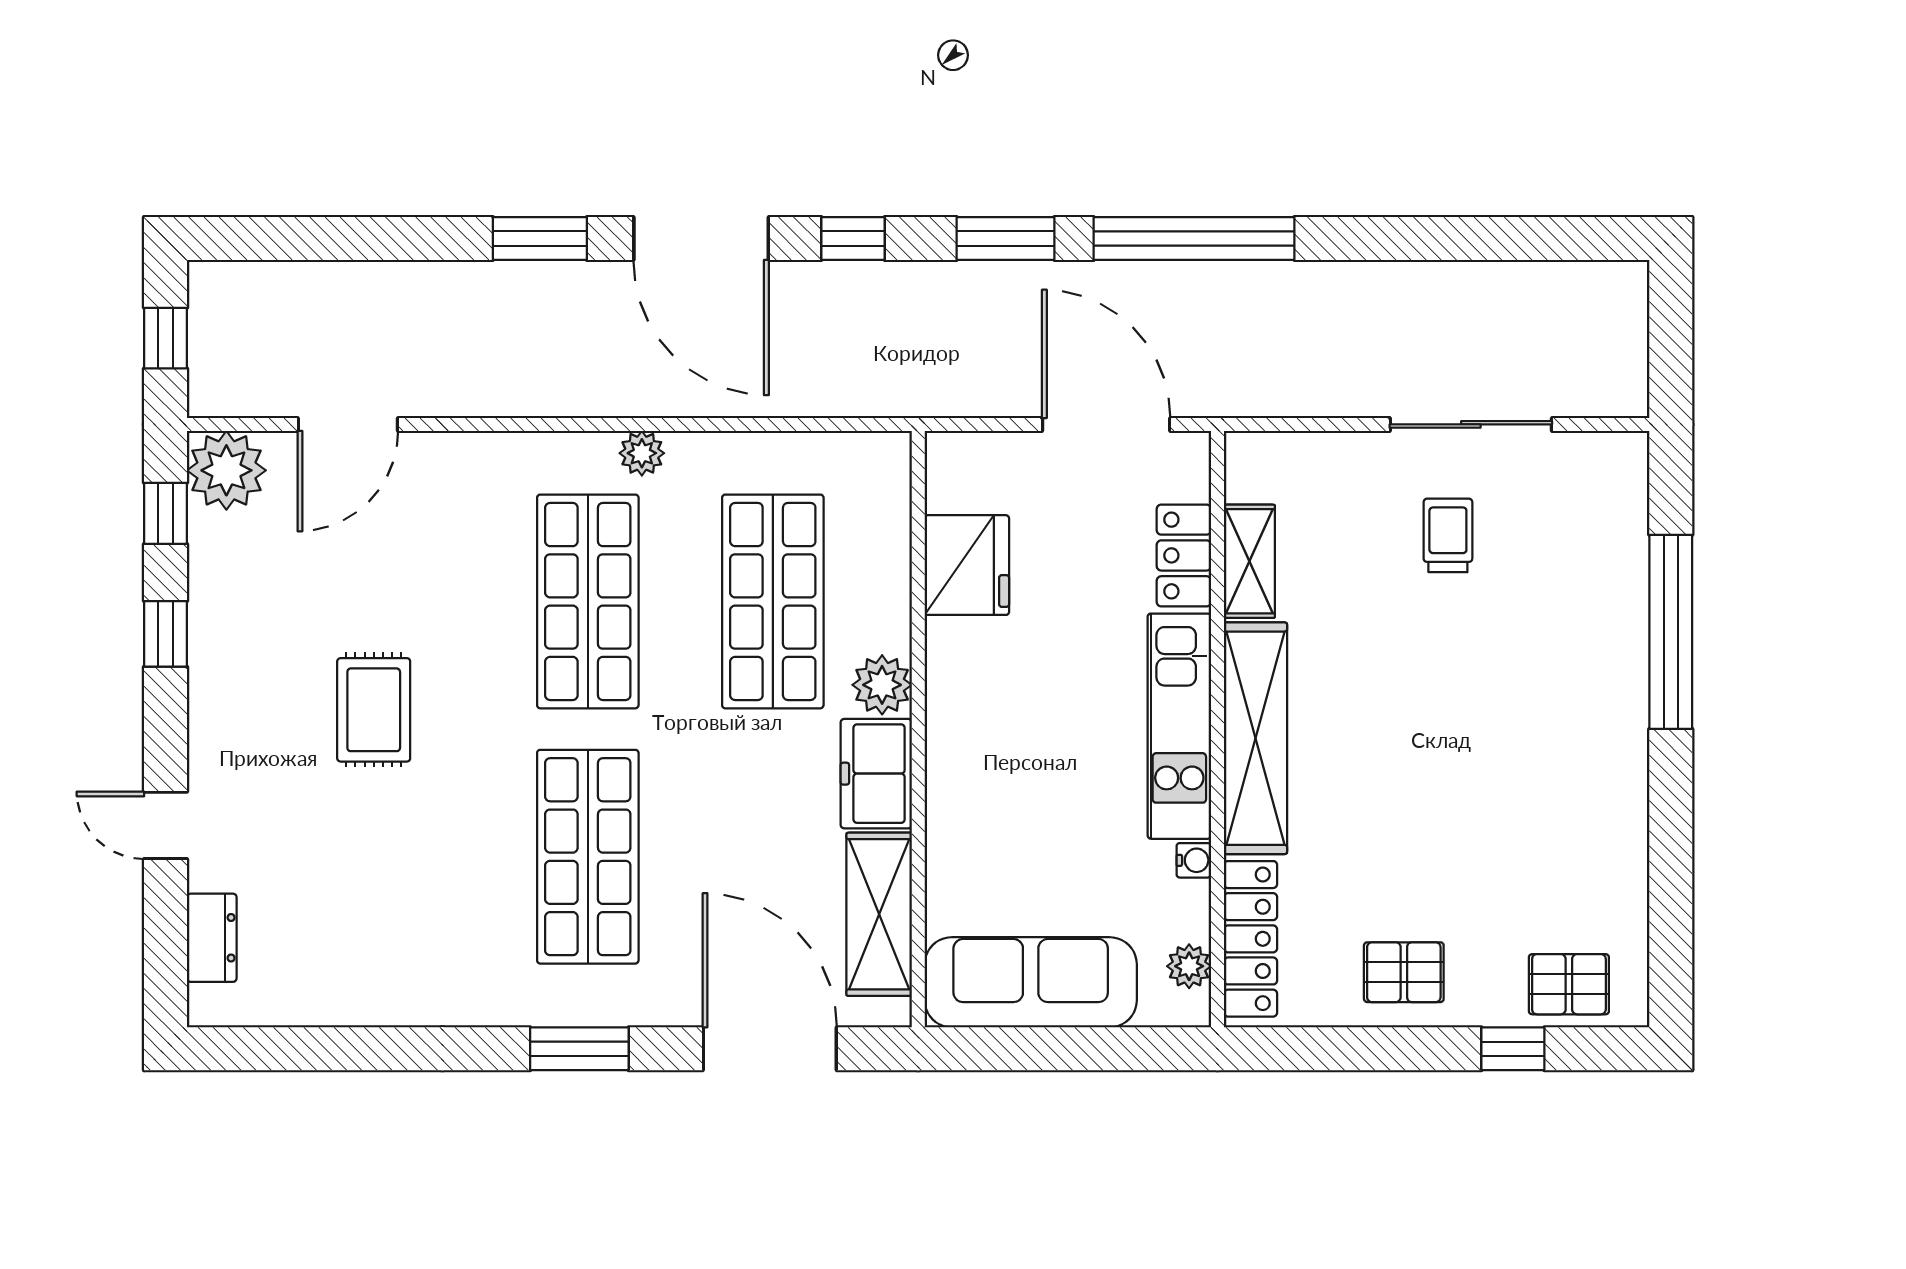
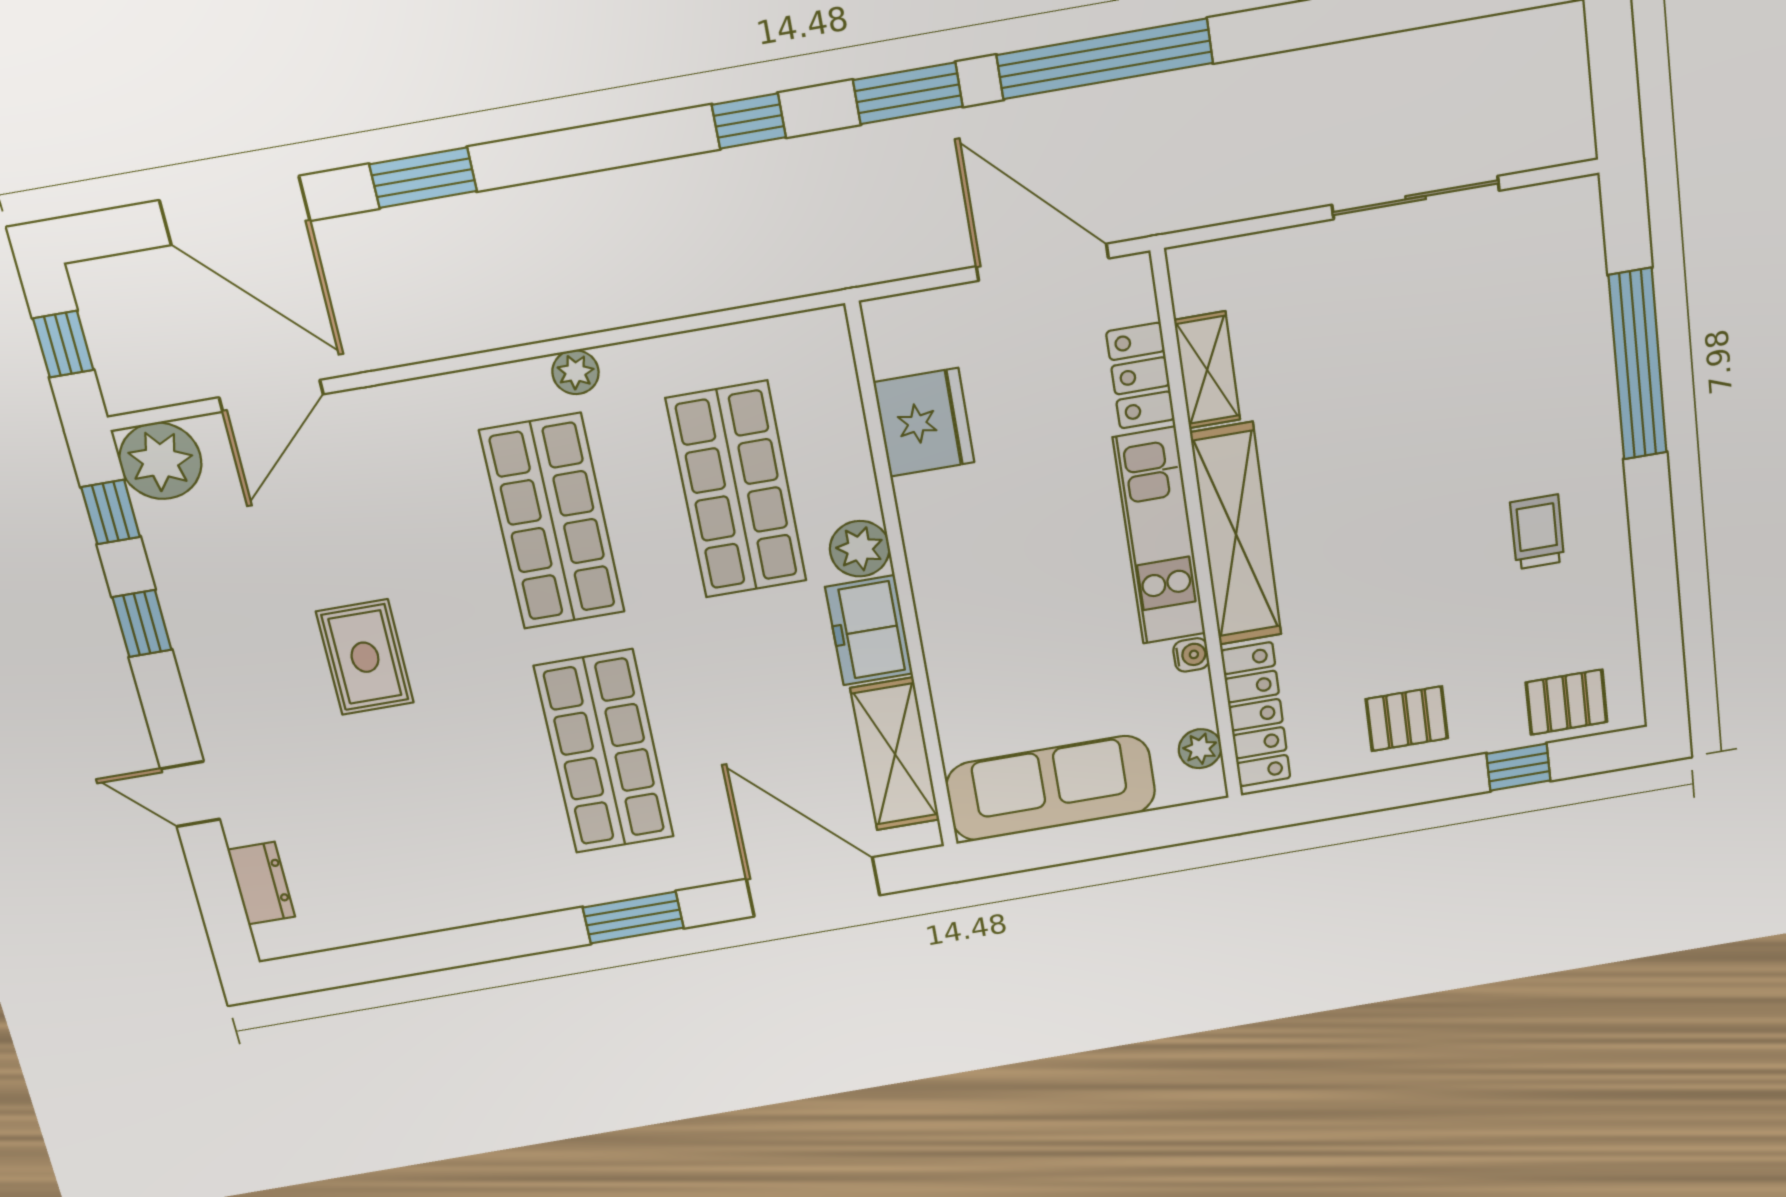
door: (701, 238) -> (235, 211), moved
trolley: (1448, 535) -> (1537, 532), moved

